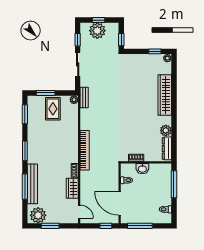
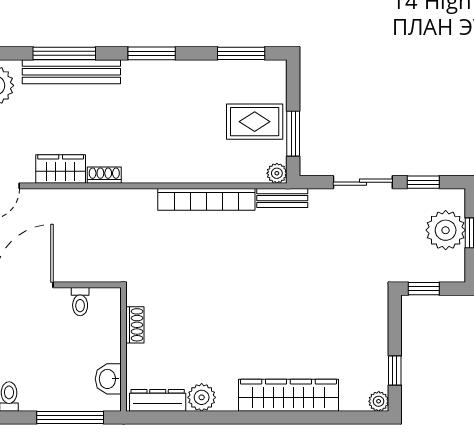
window: (46, 93) -> (293, 134), moved
bookcase: (85, 150) -> (206, 199), moved
washbasin: (142, 169) -> (108, 379), moved

